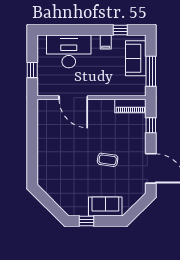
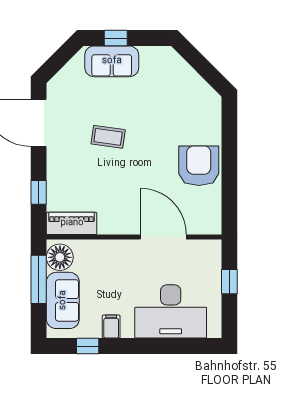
floor lamp: (138, 85) -> (60, 257), added
armchair: (51, 142) -> (199, 166), added
window: (87, 221) -> (116, 38), moved

